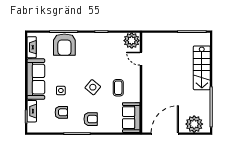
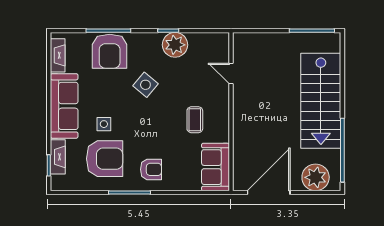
plant: (132, 41) -> (175, 45), moved
stairs: (202, 68) -> (321, 101), width x1.36, depth x1.51
side table: (93, 87) -> (145, 85), moved
armchair: (61, 112) -> (105, 159), width x1.88, depth x1.88

